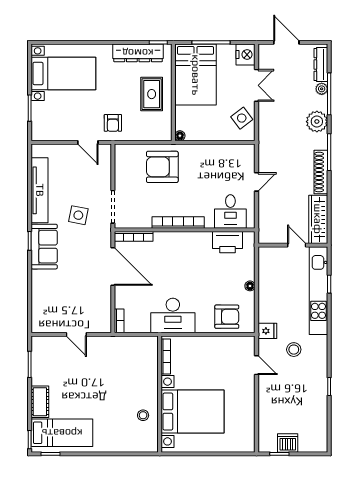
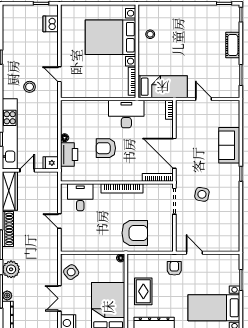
door: (257, 182) -> (59, 221), hinge flipped
tv unit: (40, 190) -> (233, 214), removed
printer: (228, 242) -> (69, 155), moved, turned 90
door: (297, 245) -> (27, 170), swing flipped
sofa: (44, 247) -> (229, 145), moved
armchair: (227, 317) -> (106, 148), moved
fridge: (267, 331) -> (51, 163), moved
bed: (62, 433) -> (163, 87), moved, turned 180
dishwasher: (288, 443) -> (51, 24), moved, turned 90

